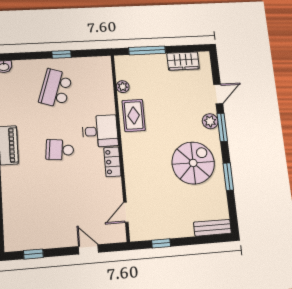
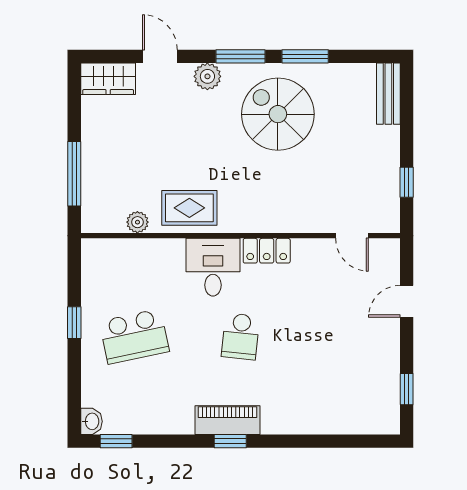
wardrobe: (183, 61) -> (108, 79), moved, turned 90
school desk: (56, 88) -> (134, 336), turned -30
window: (222, 127) -> (241, 56), moved

